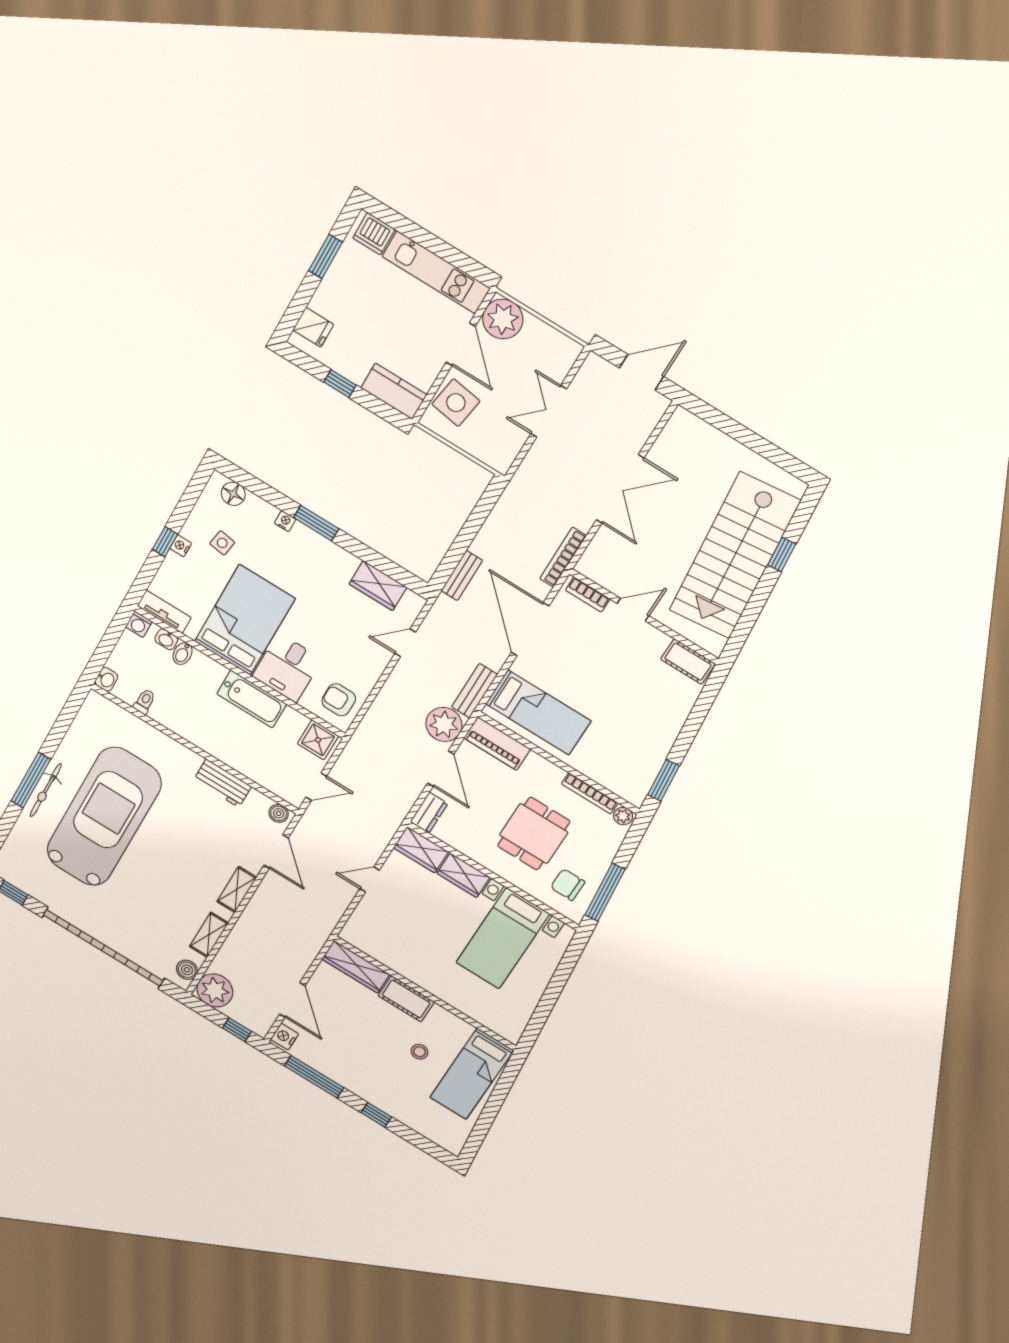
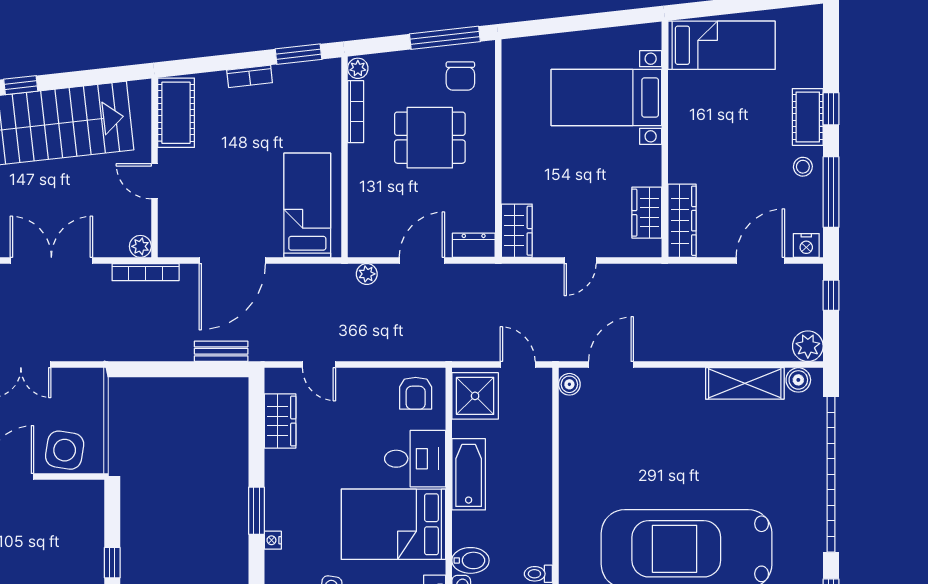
kitchen counter: (394, 391) -> (89, 511), removed
plant: (587, 566) -> (140, 246), added
bookcase: (588, 595) -> (250, 76), moved, turned 84
bidet: (183, 654) -> (470, 560), width x1.38, depth x1.36
cot: (688, 662) -> (176, 113), width x1.37, depth x1.34
bench: (474, 691) -> (324, 275), removed
plant: (444, 724) -> (367, 274), width x0.53, depth x0.53
shower: (318, 740) -> (475, 396), width x1.36, depth x1.36
piano: (497, 744) -> (363, 224), removed
workbench: (222, 783) -> (574, 454), removed
wardrobe: (463, 875) -> (647, 213), moved, turned 180
door: (370, 879) -> (580, 260), hinge flipped
shelving: (237, 889) -> (677, 380), removed
shelving: (209, 935) -> (745, 383), width x1.50, depth x1.33
bed with nightstands: (503, 938) -> (606, 98), moved, turned 180
plant: (215, 990) -> (808, 346), width x0.73, depth x0.73
cot: (406, 999) -> (808, 117), moved
stool: (419, 1052) -> (803, 167), moved

